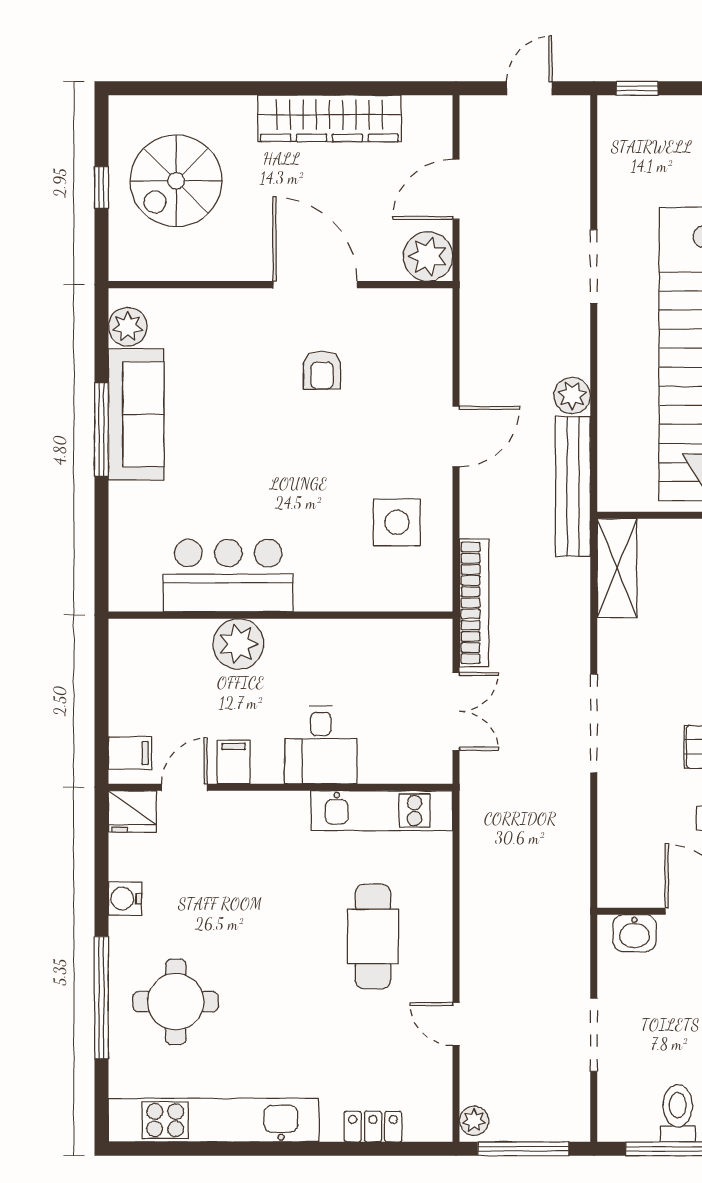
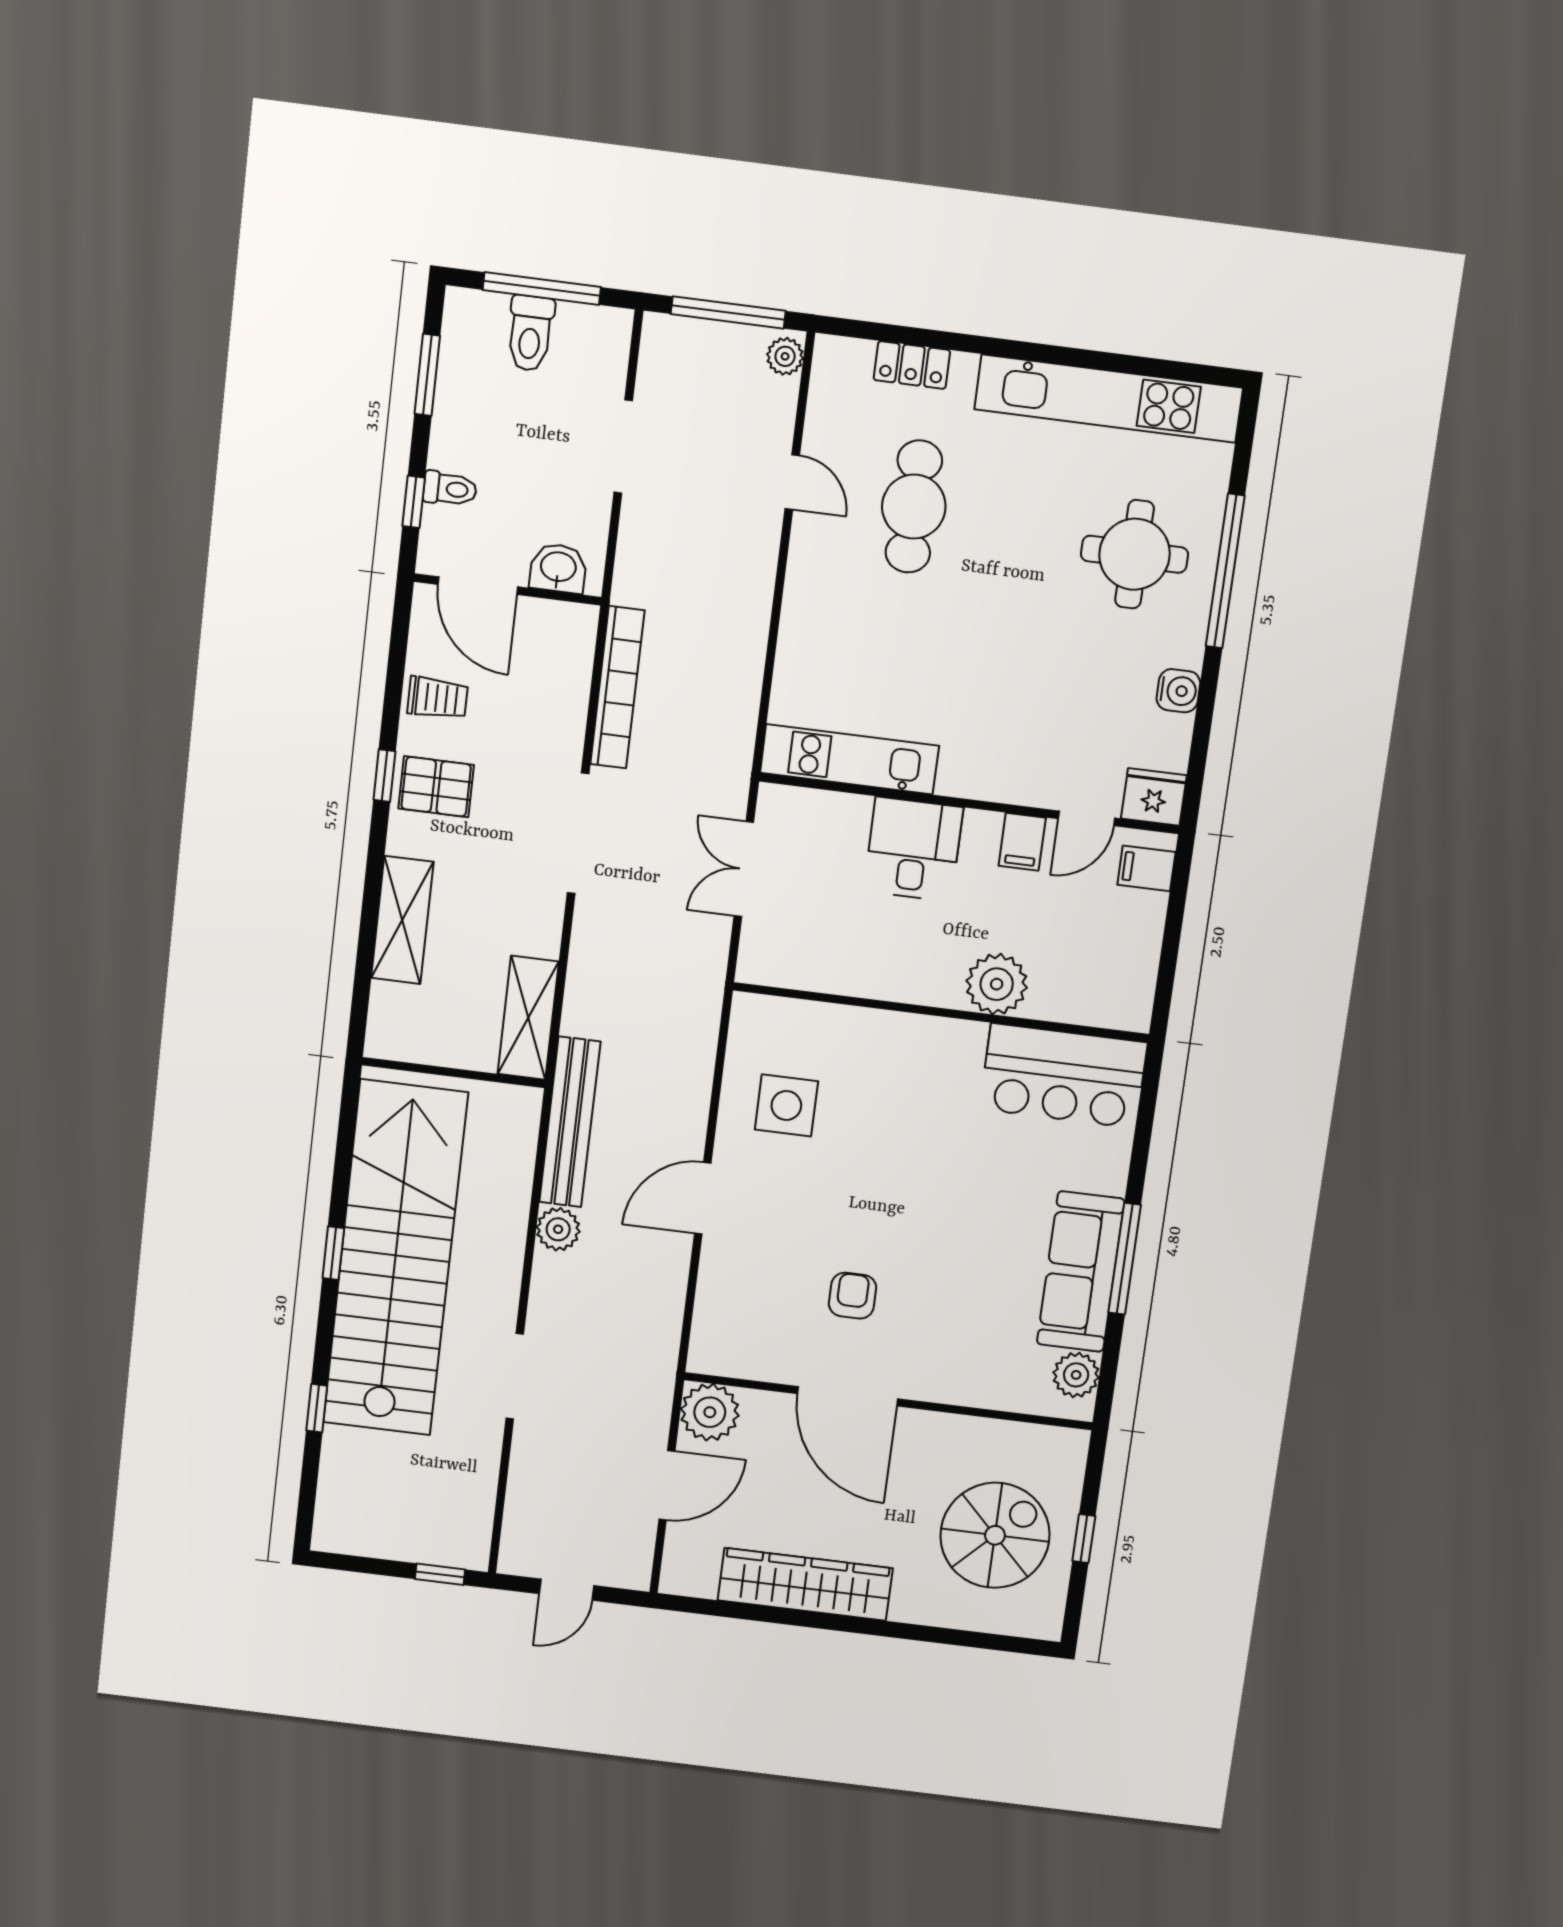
bar counter: (228, 575) -> (1063, 1076), moved
bookcase: (474, 603) -> (617, 687), moved, turned 180
cafe table: (373, 936) -> (914, 507), moved

